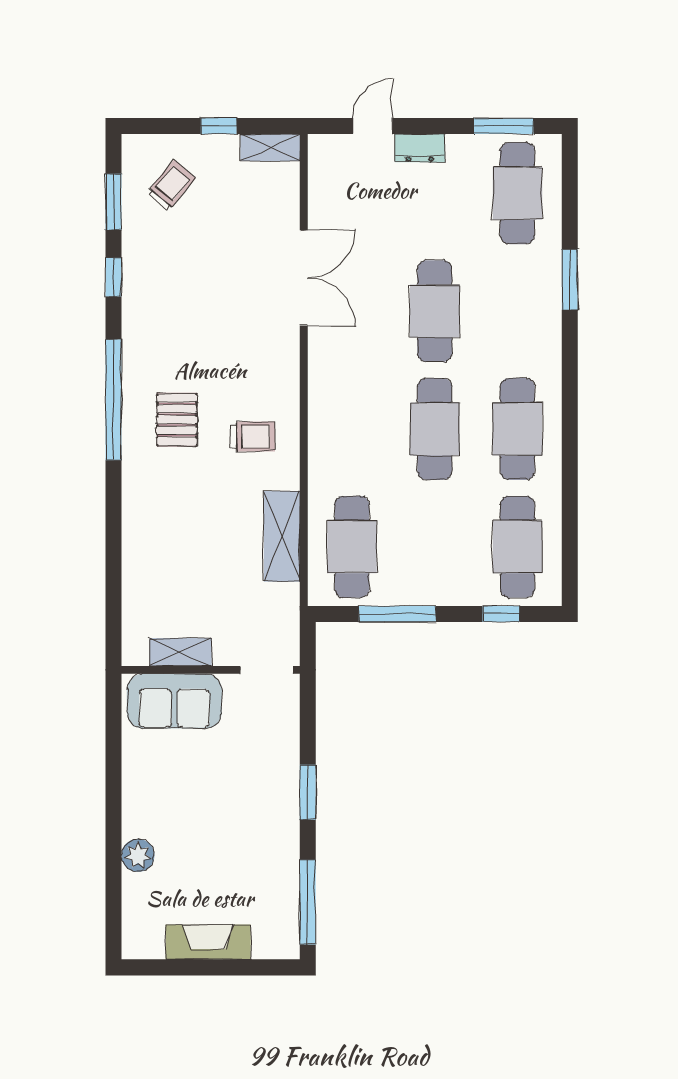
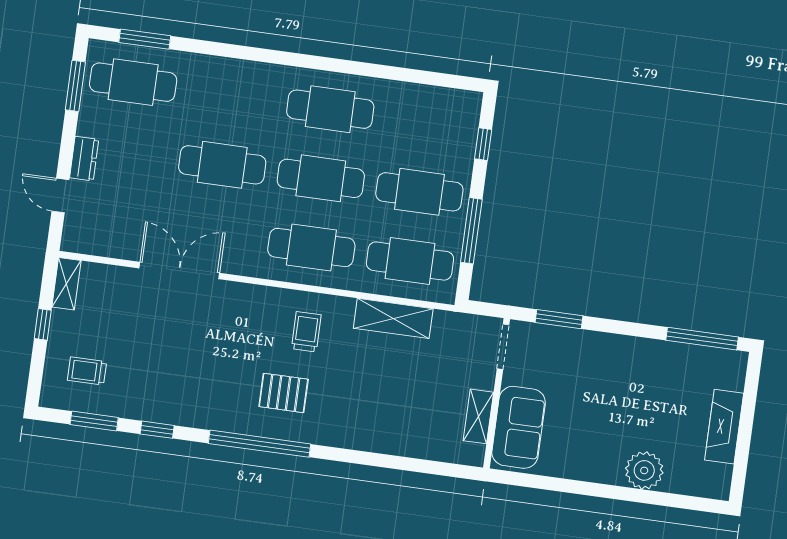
trolley: (171, 185) -> (87, 371), turned -40
window: (570, 280) -> (145, 39), moved
cafe table: (352, 429) -> (311, 248), added
cafe table: (517, 547) -> (419, 192), moved
window: (308, 792) -> (559, 319), moved
plant: (138, 855) -> (644, 470), width x1.36, depth x1.36

